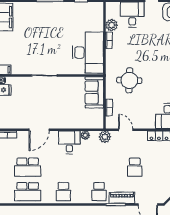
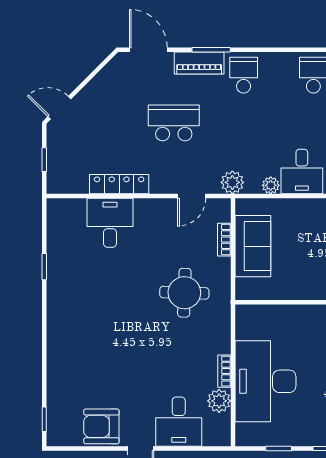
desk: (88, 53) -> (265, 381), moved
sofa: (94, 92) -> (253, 246), moved
door: (126, 130) -> (192, 196), hinge flipped
school desk: (135, 167) -> (174, 123), width x1.85

